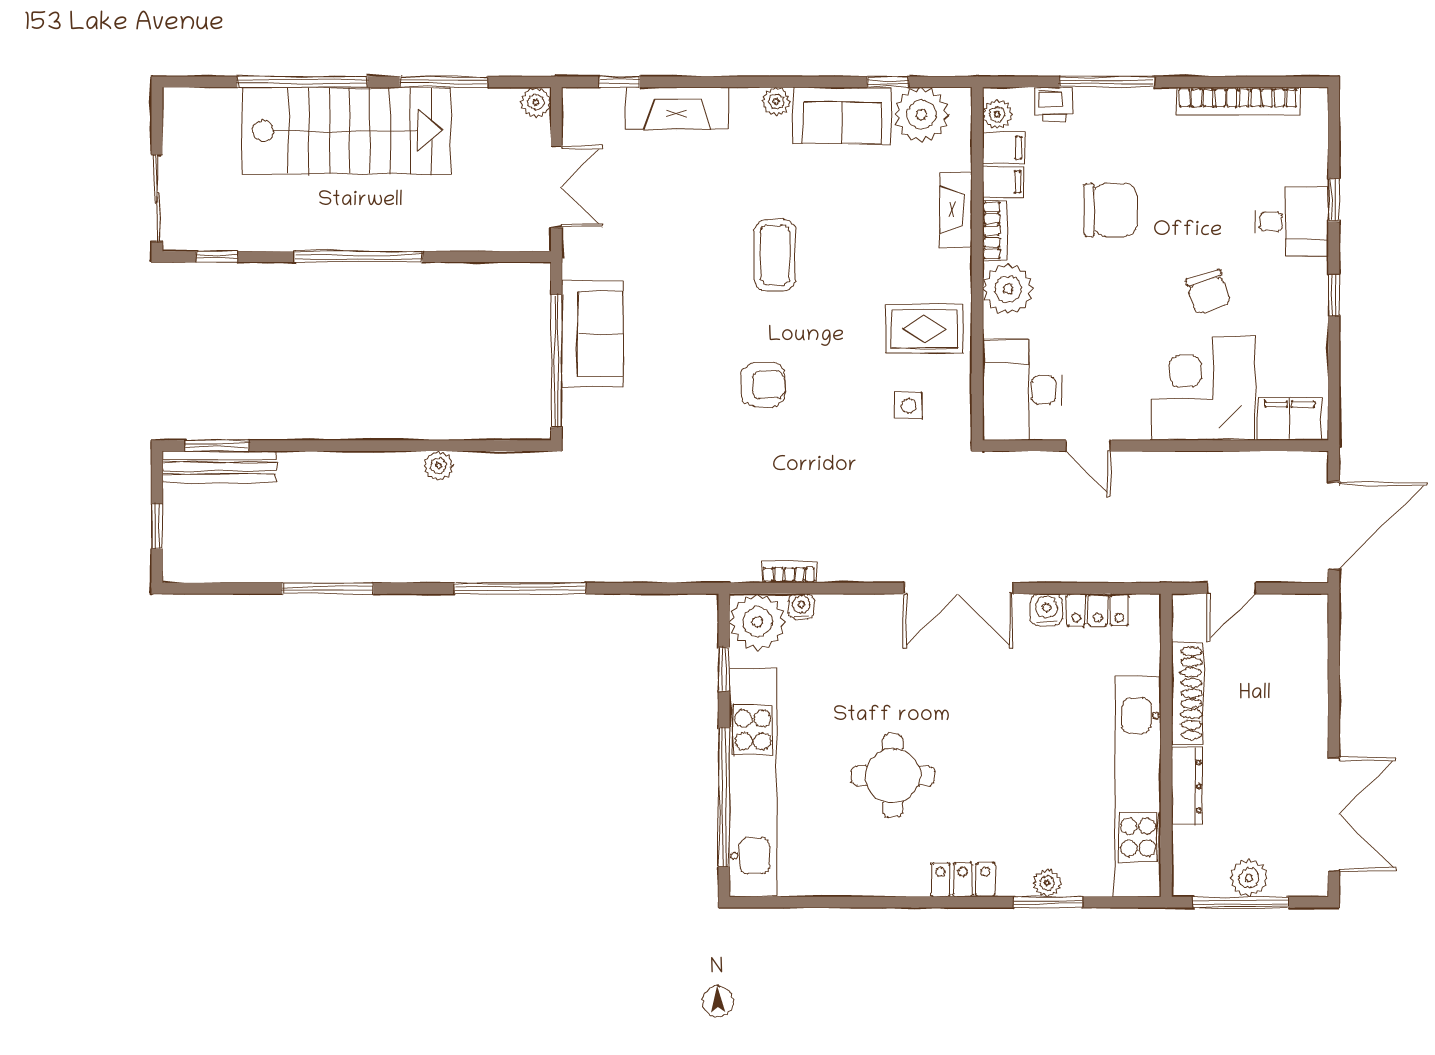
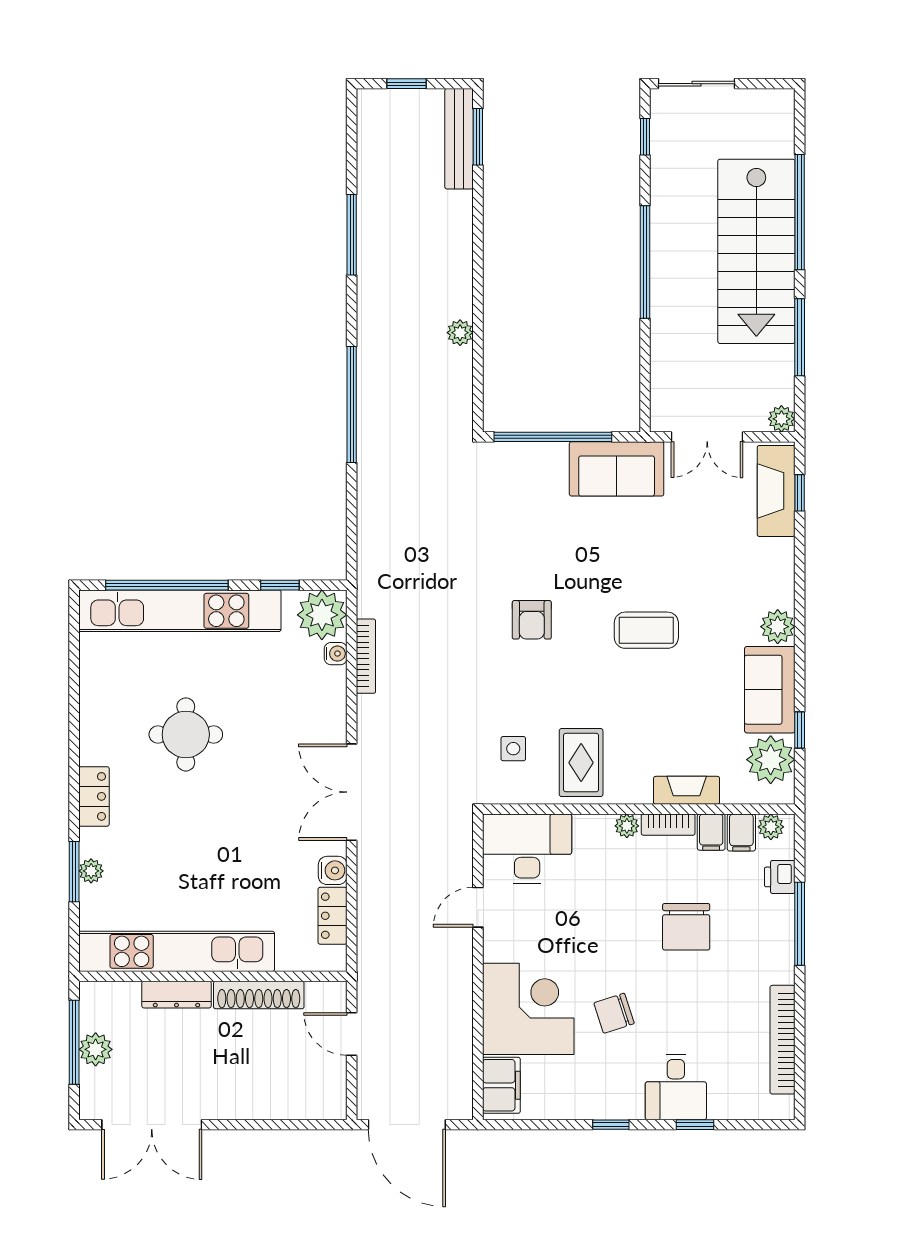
plant: (776, 101) -> (778, 627), width x1.38, depth x1.38
fireplace: (677, 108) -> (776, 491), moved
plant: (1008, 289) -> (627, 826), width x0.53, depth x0.53
sofa: (593, 334) -> (617, 469), moved
bookcase: (789, 572) -> (366, 656), width x1.56

